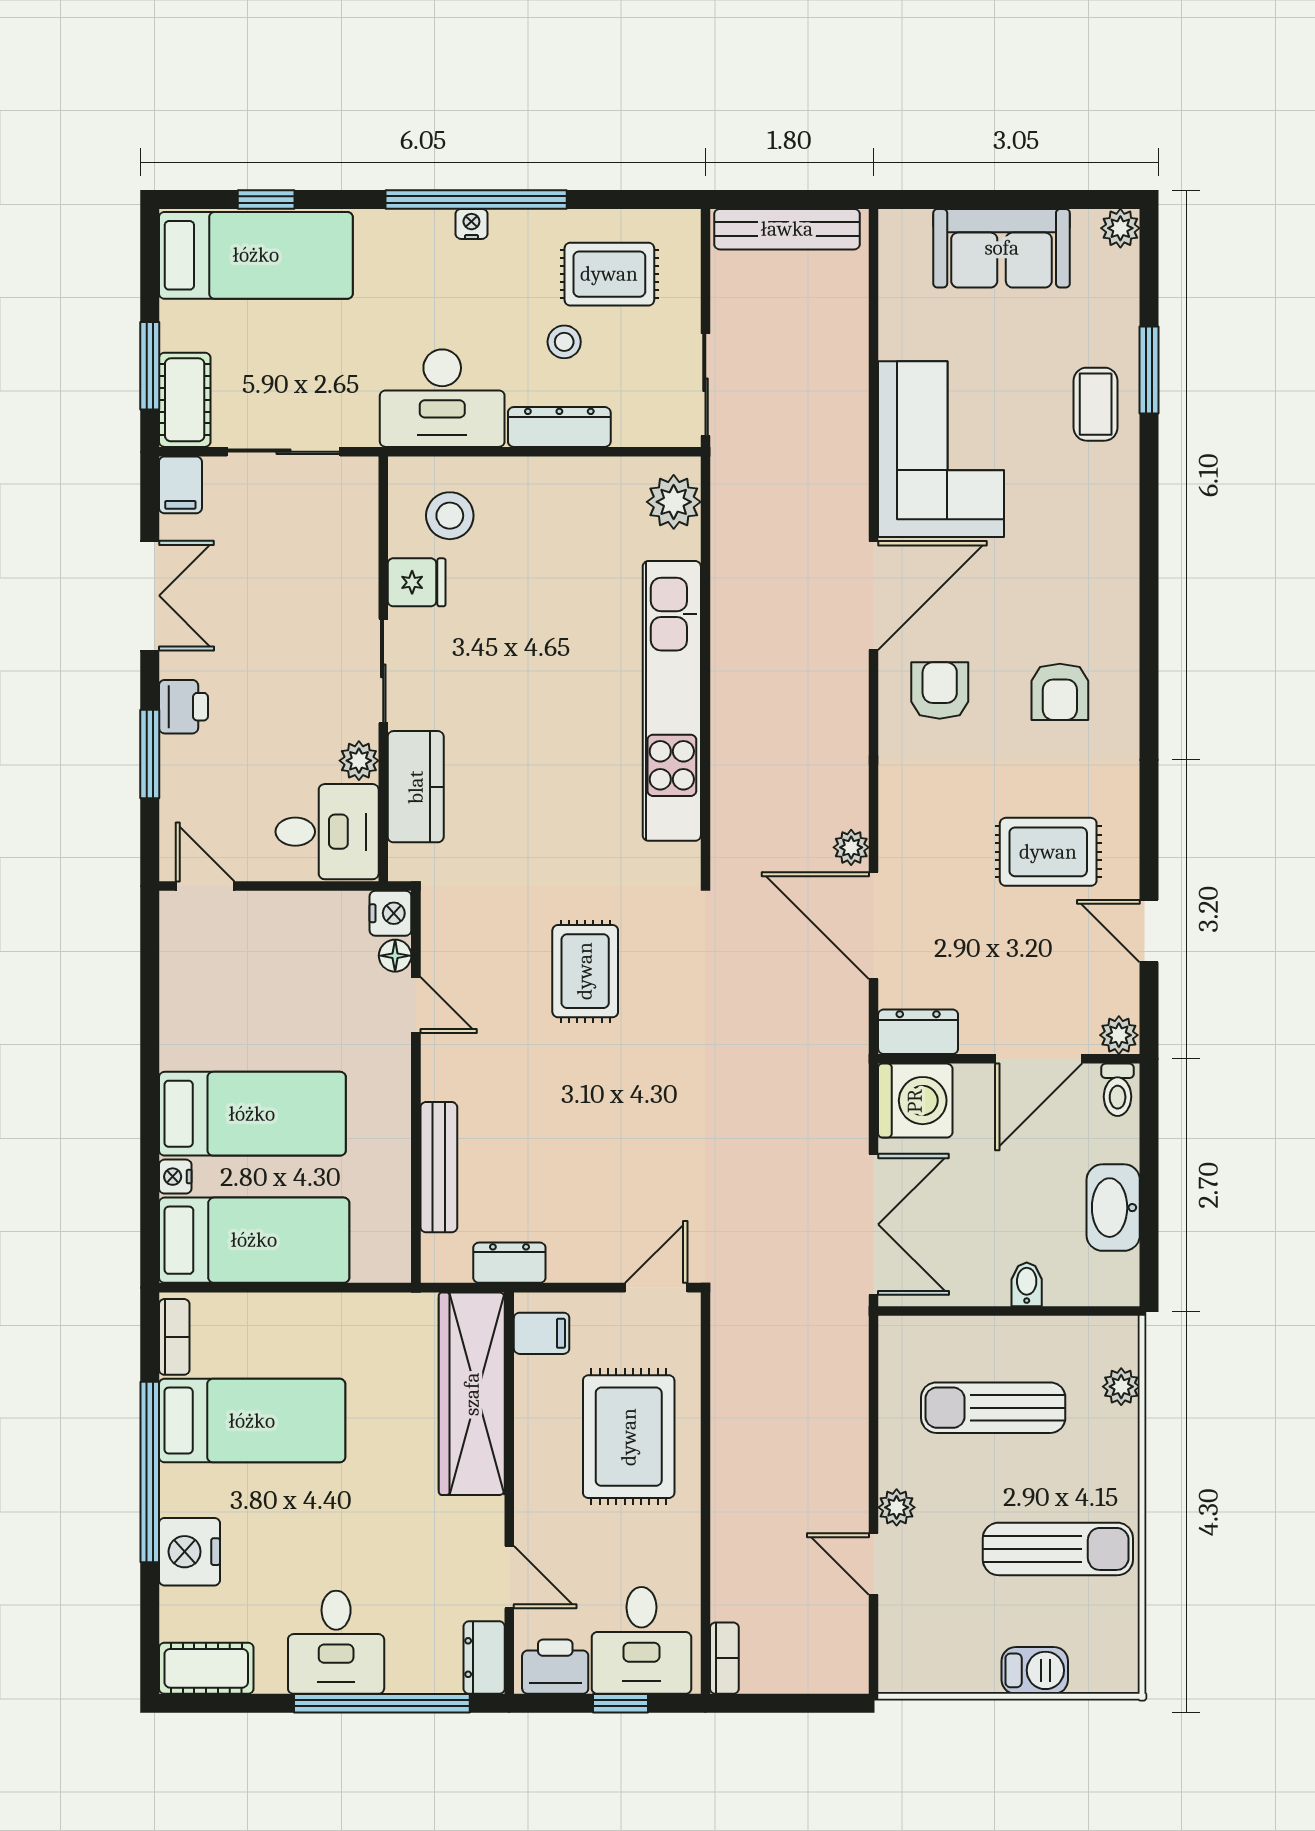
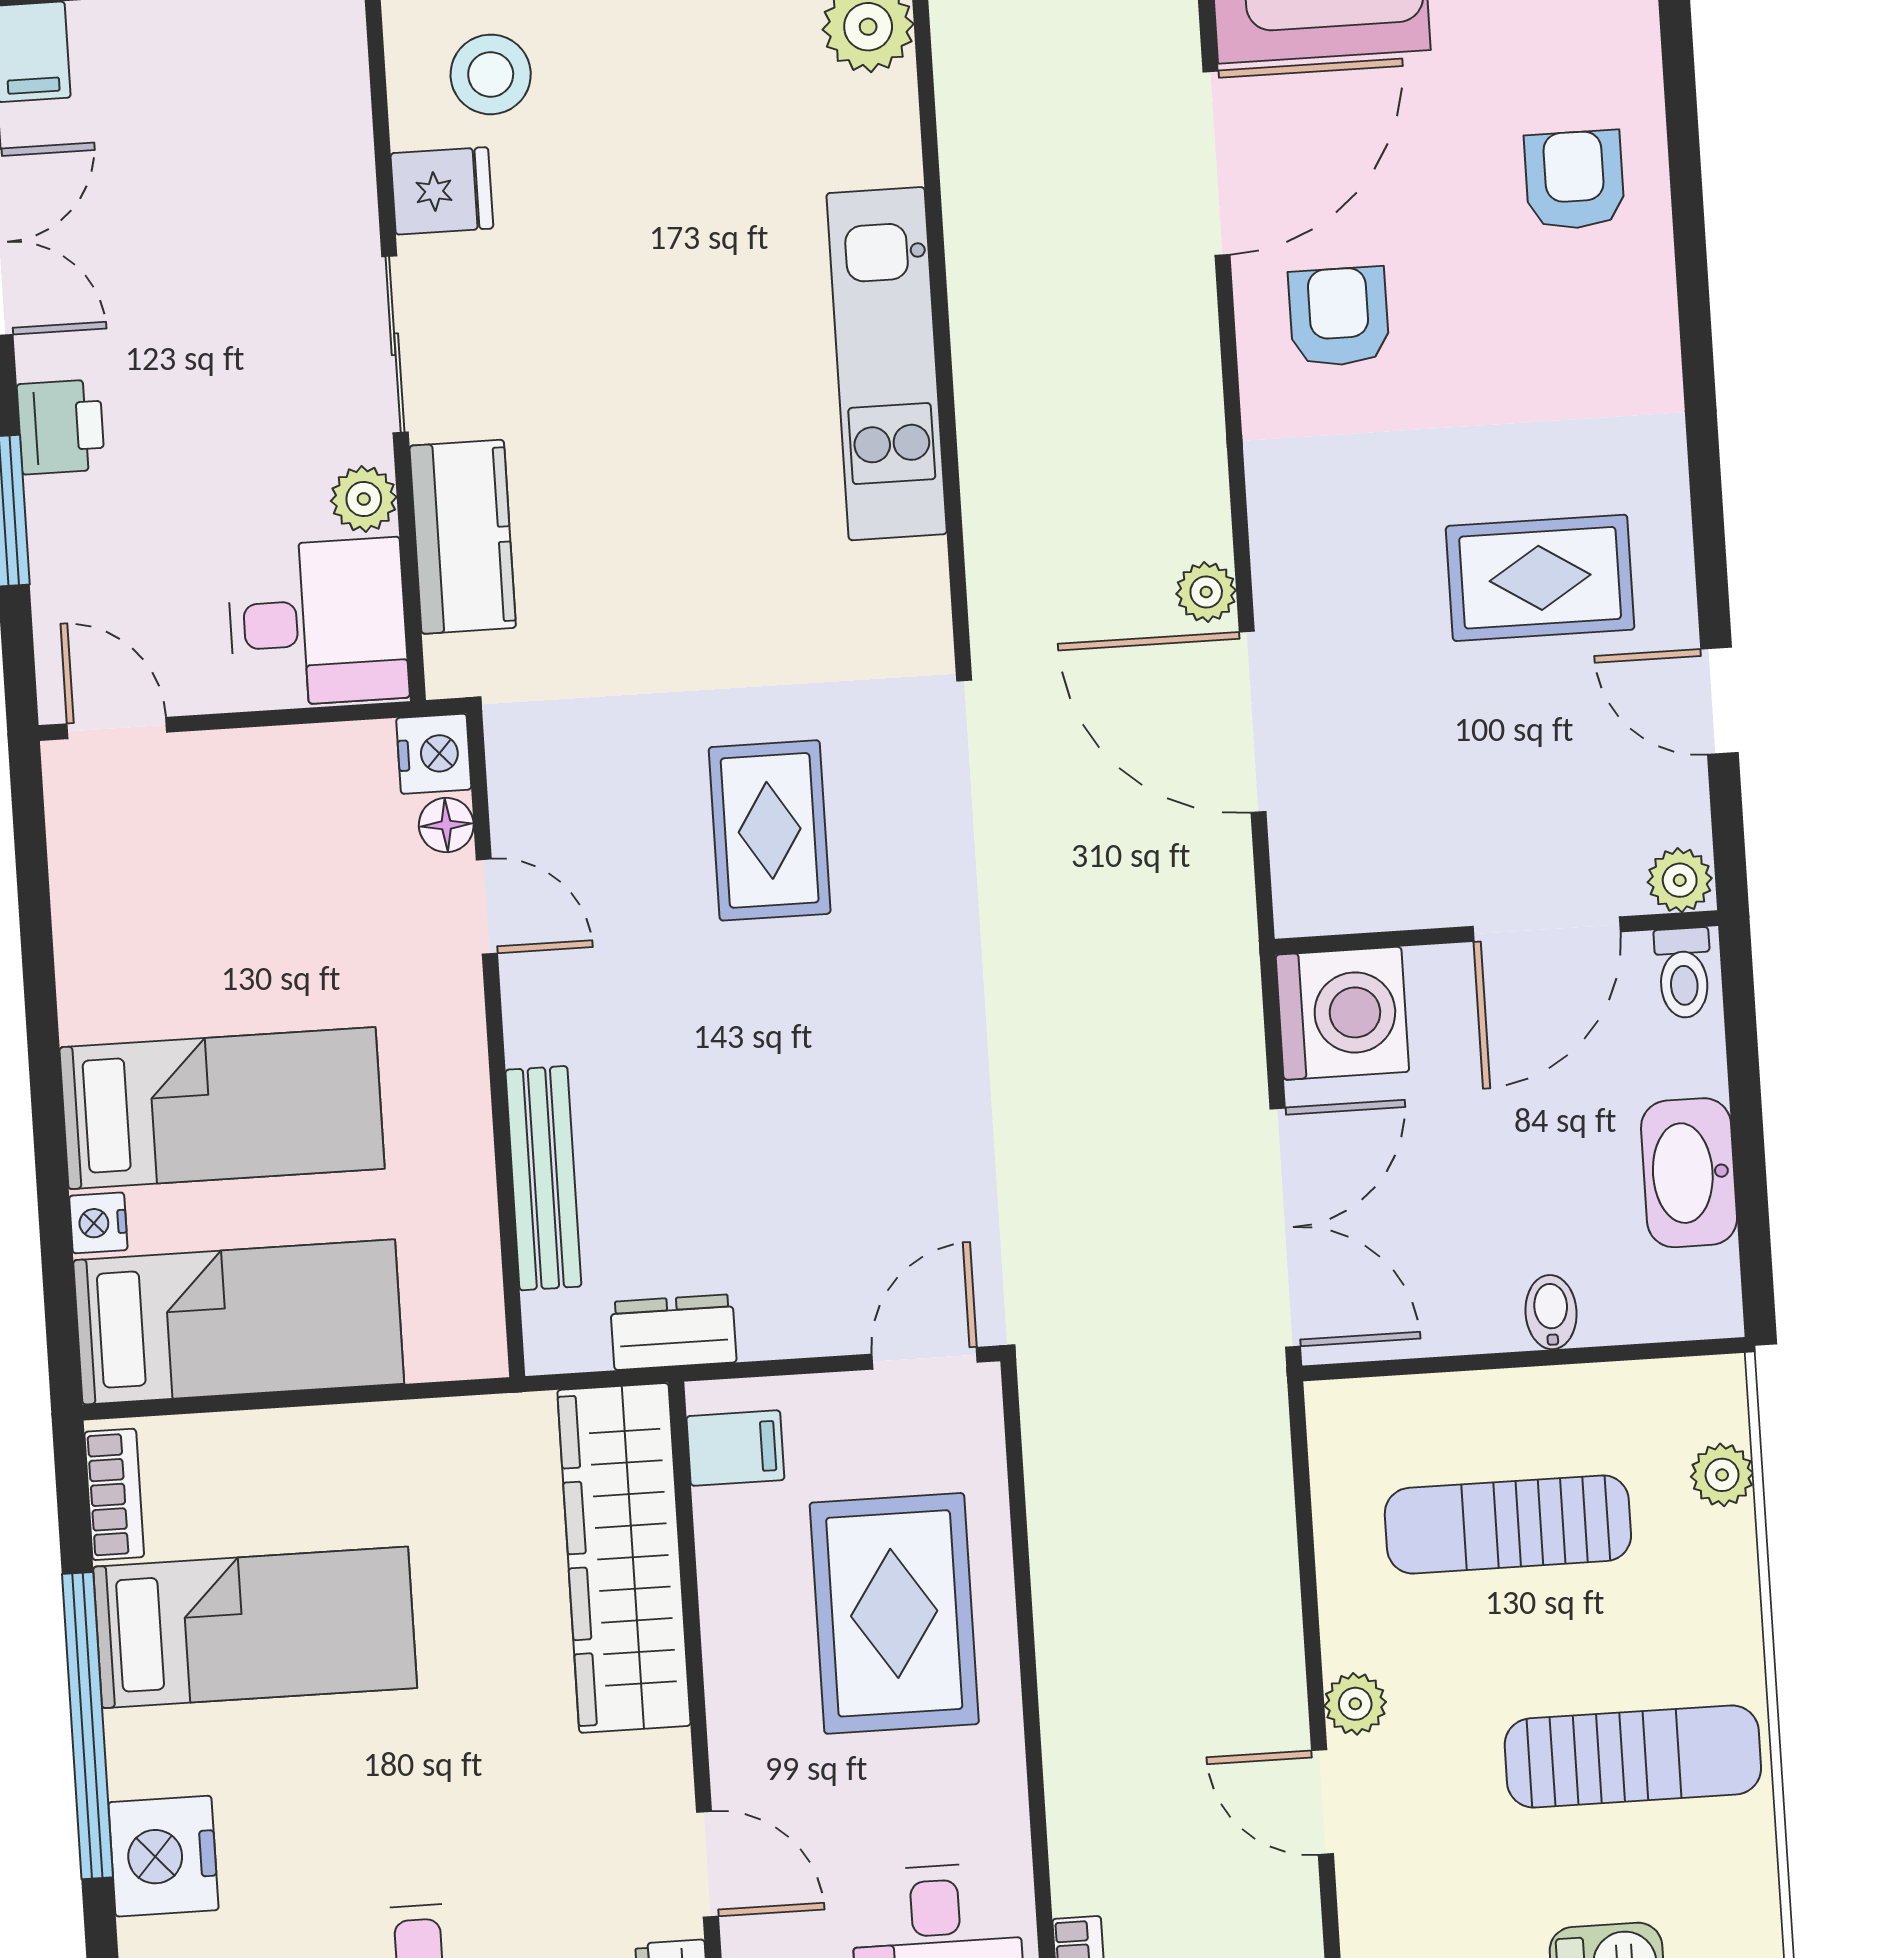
armchair: (1060, 692) -> (1574, 180), moved, turned 180
kitchen unit: (672, 701) -> (887, 364), width x0.73
dresser: (918, 1032) -> (1340, 896), removed

